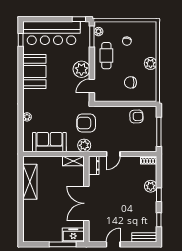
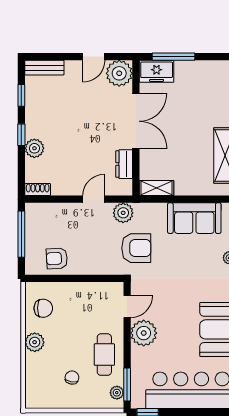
chair: (130, 82) -> (43, 308), moved
plant: (84, 145) -> (123, 213), moved
dresser: (94, 165) -> (124, 164), moved
plant: (97, 234) -> (119, 73), added

